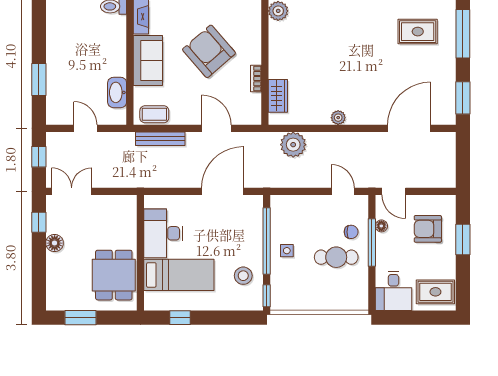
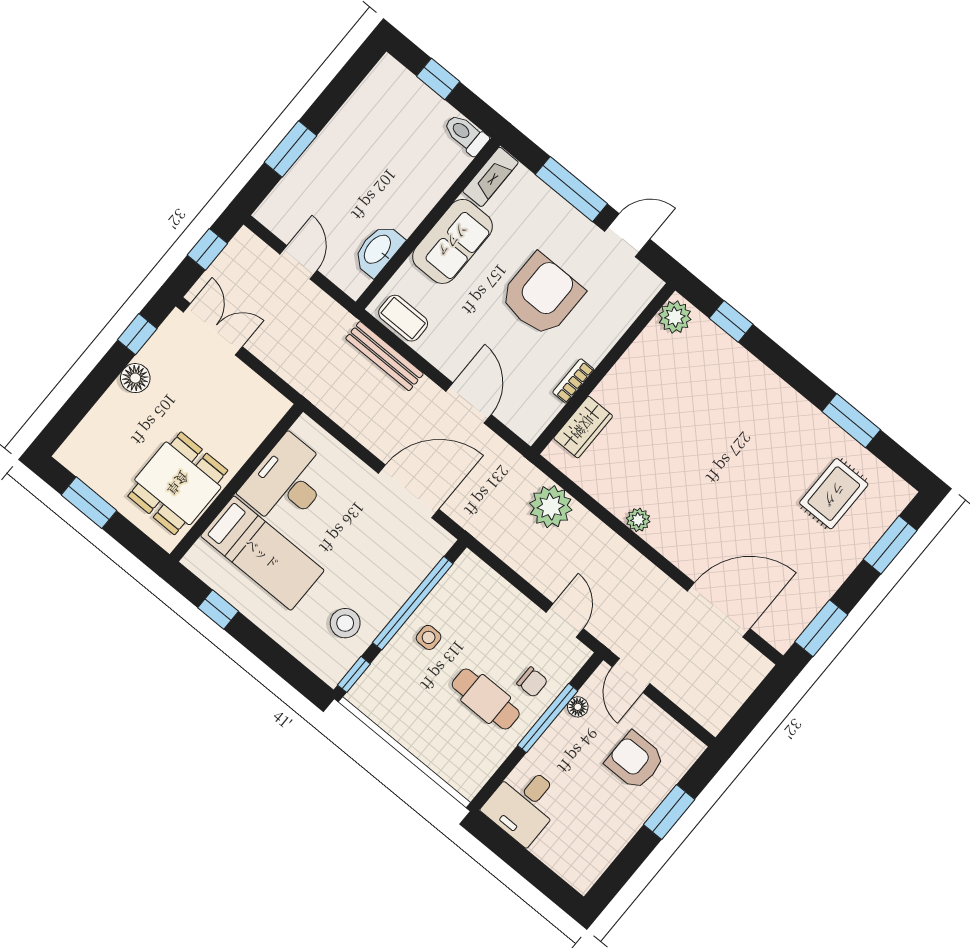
rug: (418, 32) -> (834, 494), turned 90
window: (463, 34) -> (890, 545), width x0.69
armchair: (209, 51) -> (542, 295), turned 41
rug: (435, 292) -> (577, 851), removed

